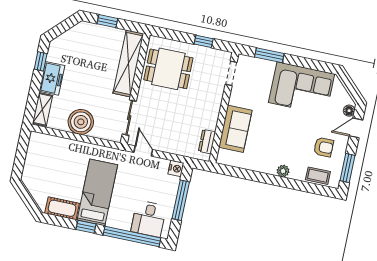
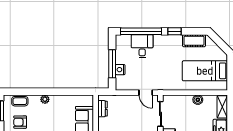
boiler: (81, 122) -> (198, 100), width x0.54, depth x0.54
nightstand: (176, 168) -> (120, 70), moved
bed: (97, 192) -> (205, 71), moved, turned 90
desk: (149, 219) -> (142, 46), moved

